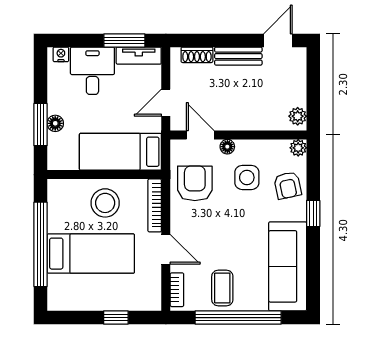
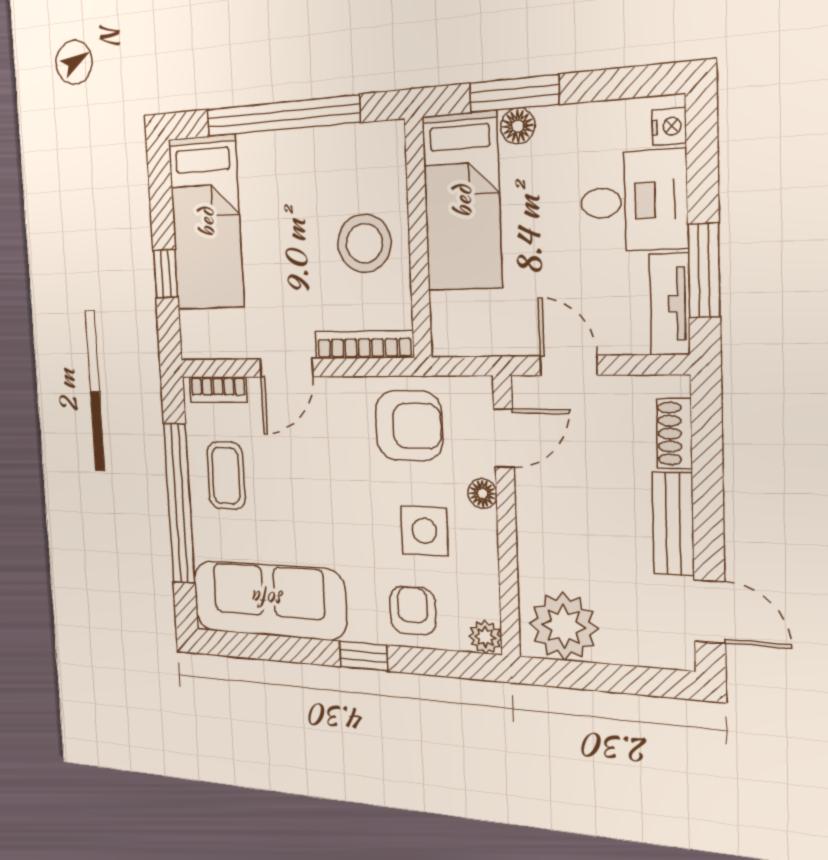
plant: (298, 116) -> (564, 626), width x1.87, depth x1.87
bed: (120, 152) -> (462, 202), moved, turned 180
armchair: (288, 185) -> (413, 611), turned 102
bed: (91, 254) -> (206, 223), moved
coffee table: (222, 288) -> (226, 476), turned 90

